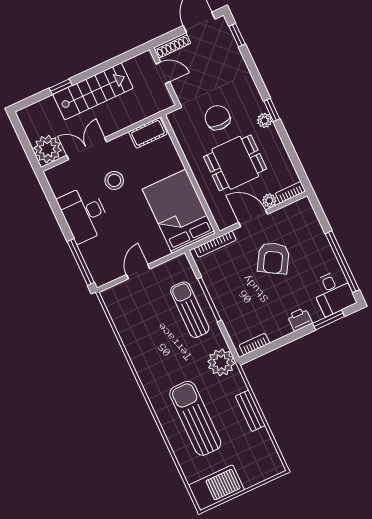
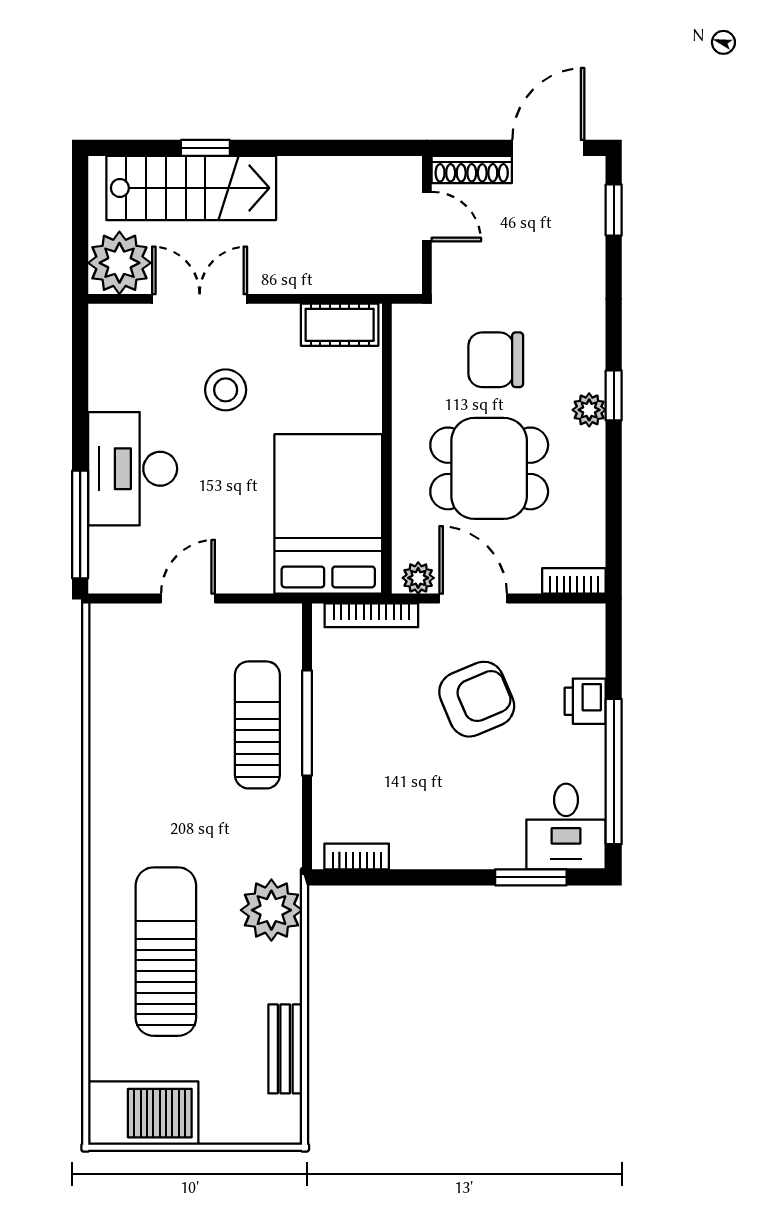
stairs: (93, 91) -> (191, 188), moved
chair: (218, 118) -> (496, 360), turned -90
plant: (269, 201) -> (418, 578), moved
desk: (84, 214) -> (133, 469), moved
armchair: (273, 258) -> (477, 699), turned -144
printer: (300, 319) -> (585, 701), moved, turned -90
plant: (221, 362) -> (271, 910), moved
bench: (250, 411) -> (285, 1049), moved

